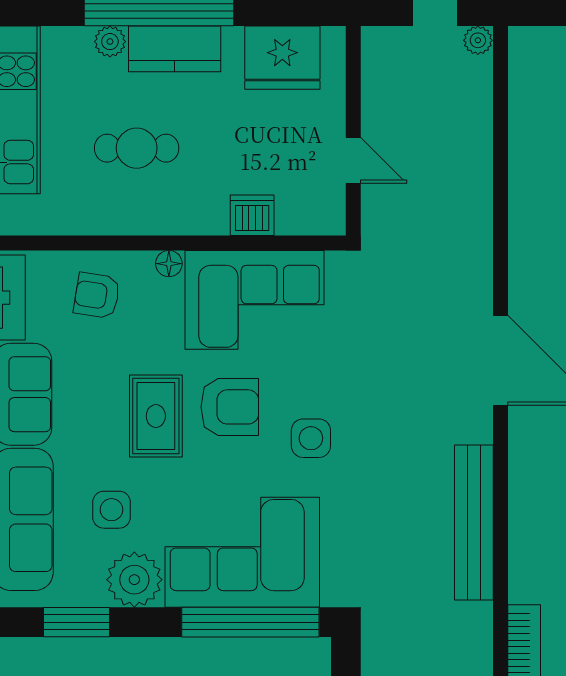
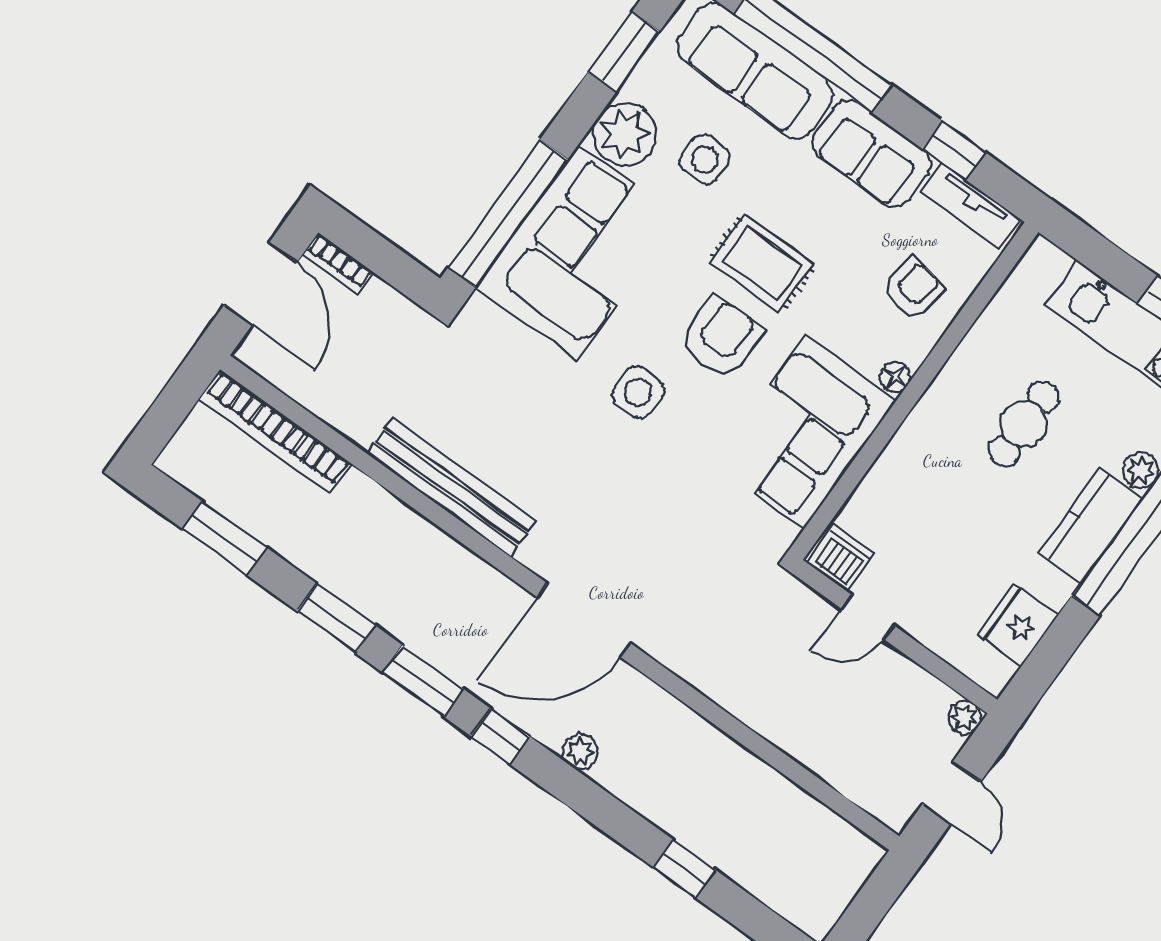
plant: (478, 40) -> (965, 717), moved
fridge: (282, 58) -> (1018, 625), width x0.73, depth x0.75
dishwasher: (252, 215) -> (840, 558), moved, turned -90
armchair: (230, 407) -> (721, 338), turned 180

